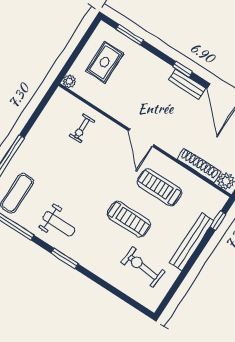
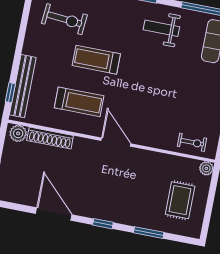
window: (130, 35) -> (149, 233), moved
bench: (187, 84) -> (93, 211), removed
exercise bike: (82, 128) -> (192, 142), moved, turned 90
bench: (192, 242) -> (23, 86), moved

